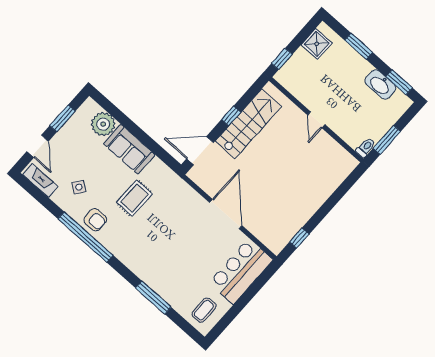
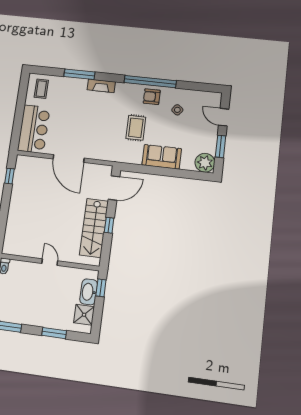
washbasin: (380, 84) -> (89, 292), moved, turned -90
plant: (103, 124) -> (205, 163), moved
fireplace: (40, 181) -> (101, 86), moved

